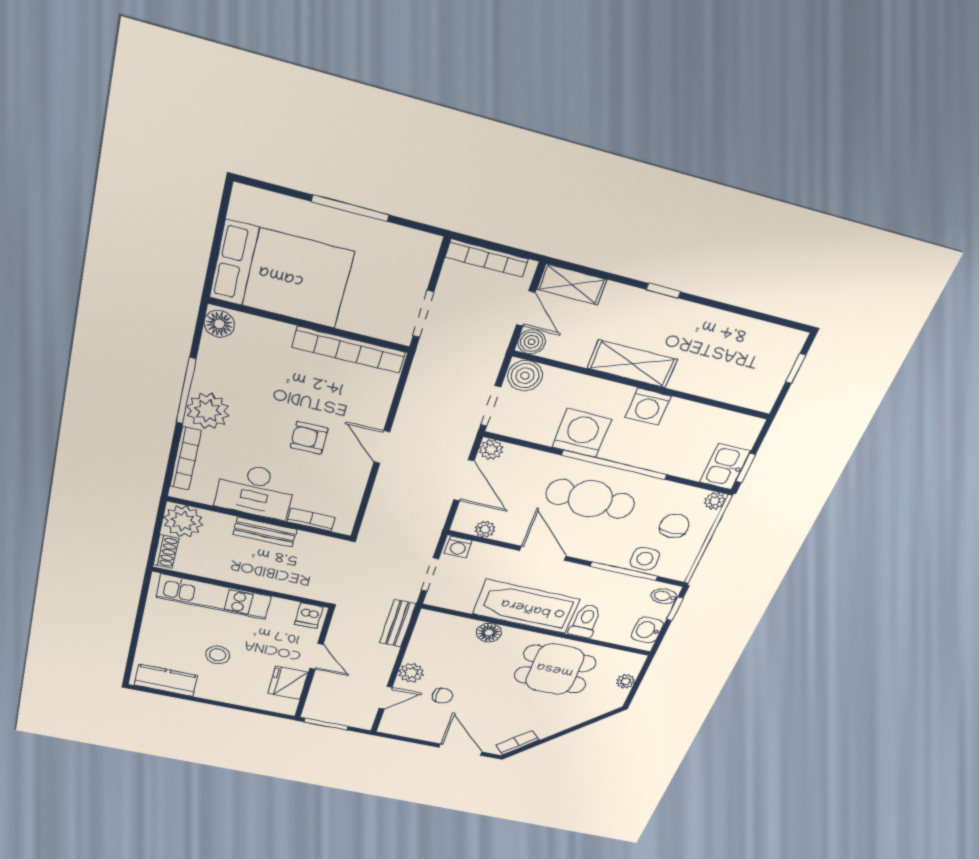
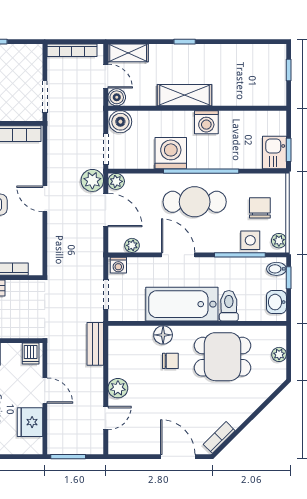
plant: (457, 440) -> (92, 180), added
plant: (715, 501) -> (279, 241), moved
chair: (442, 696) -> (170, 361), moved

